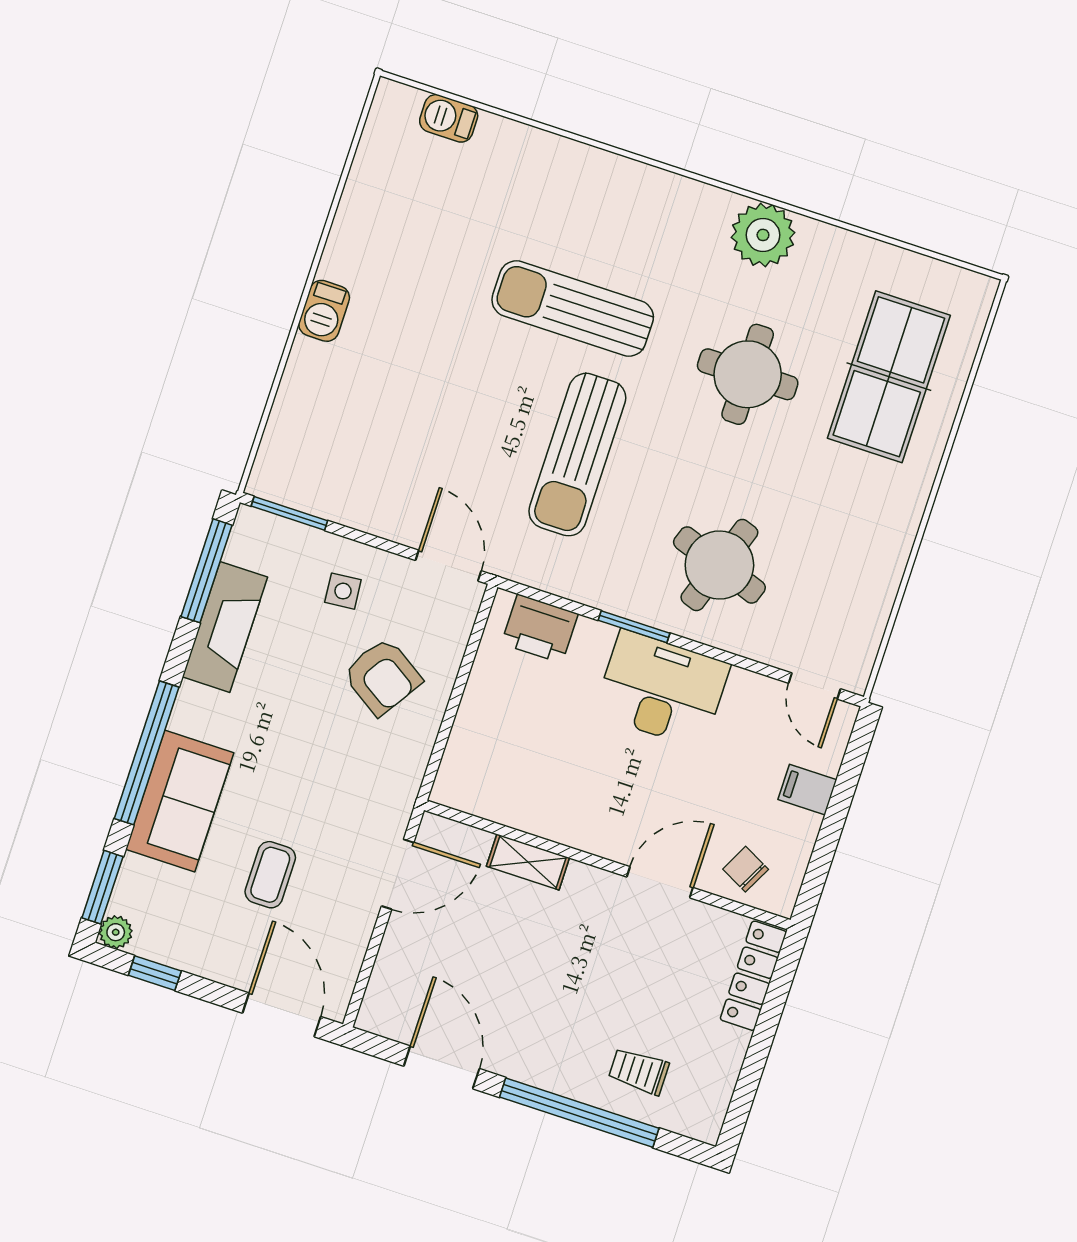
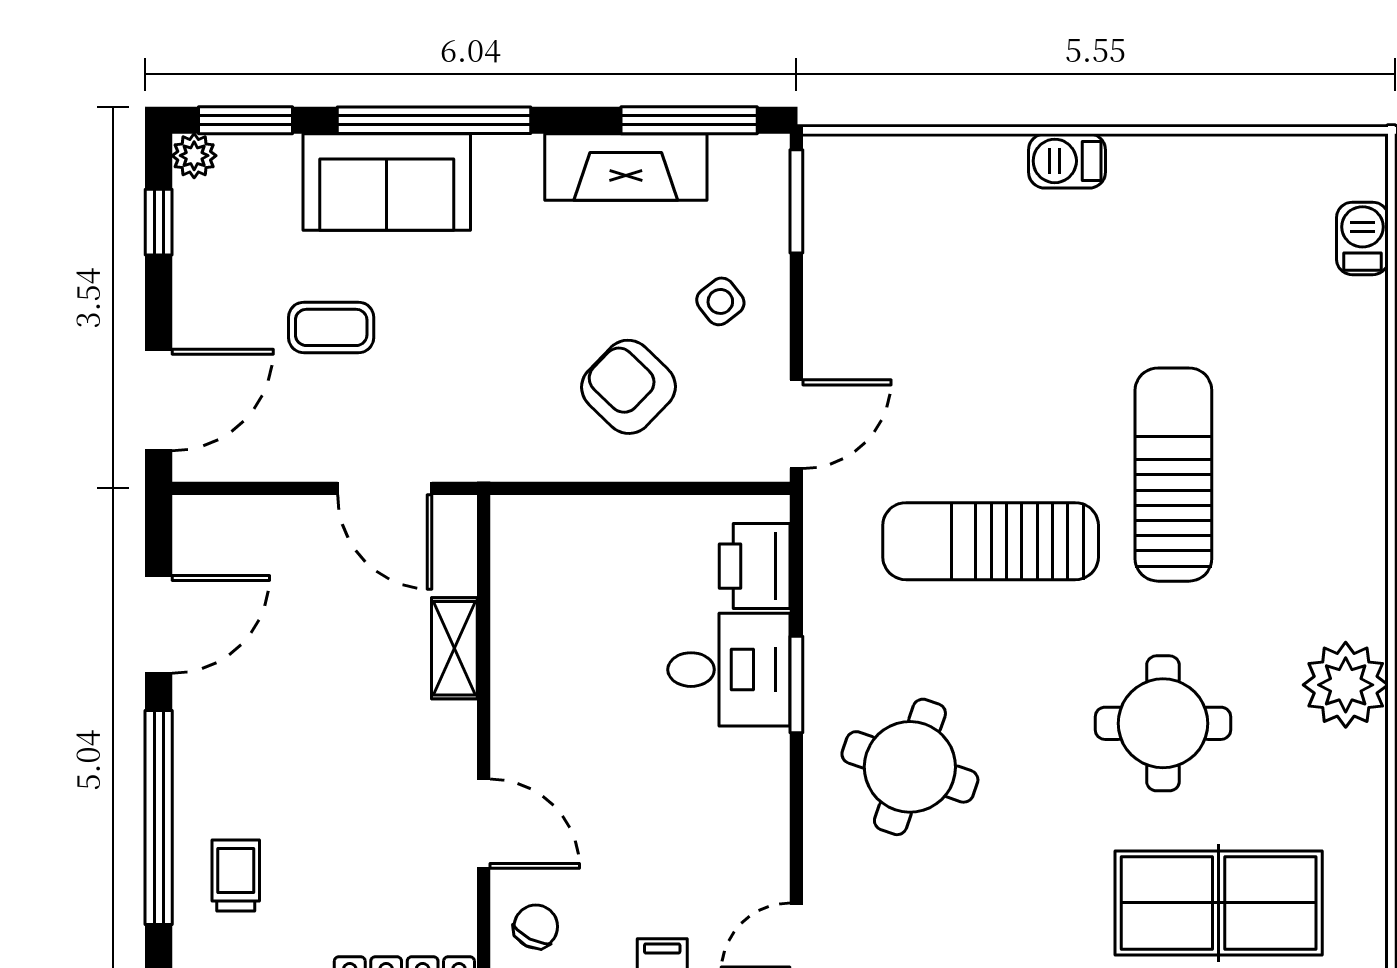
side table: (343, 591) -> (720, 301), turned -33
armchair: (382, 677) -> (629, 387), turned 101
desk: (662, 689) -> (729, 670), moved, width x0.73

